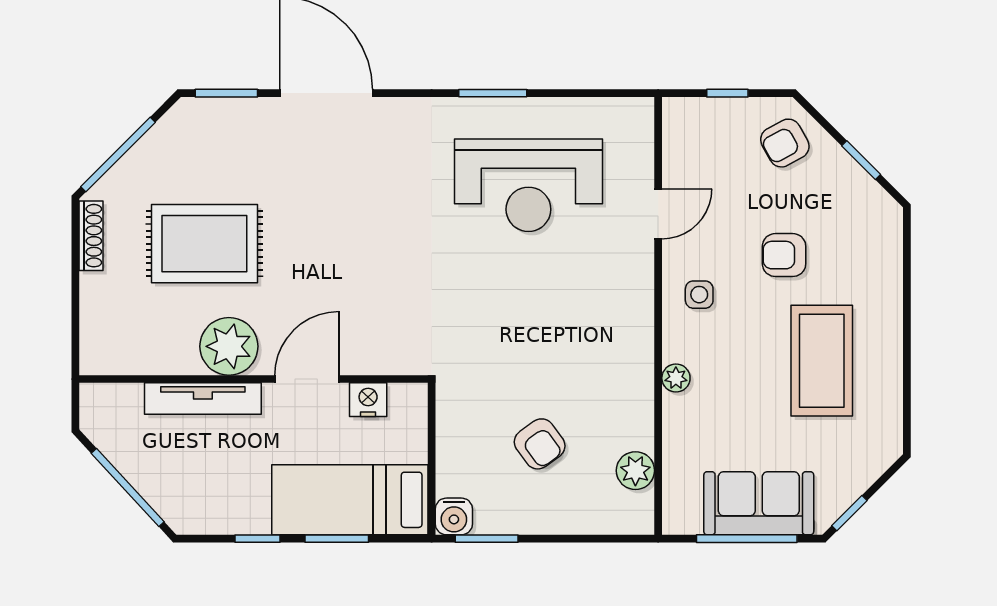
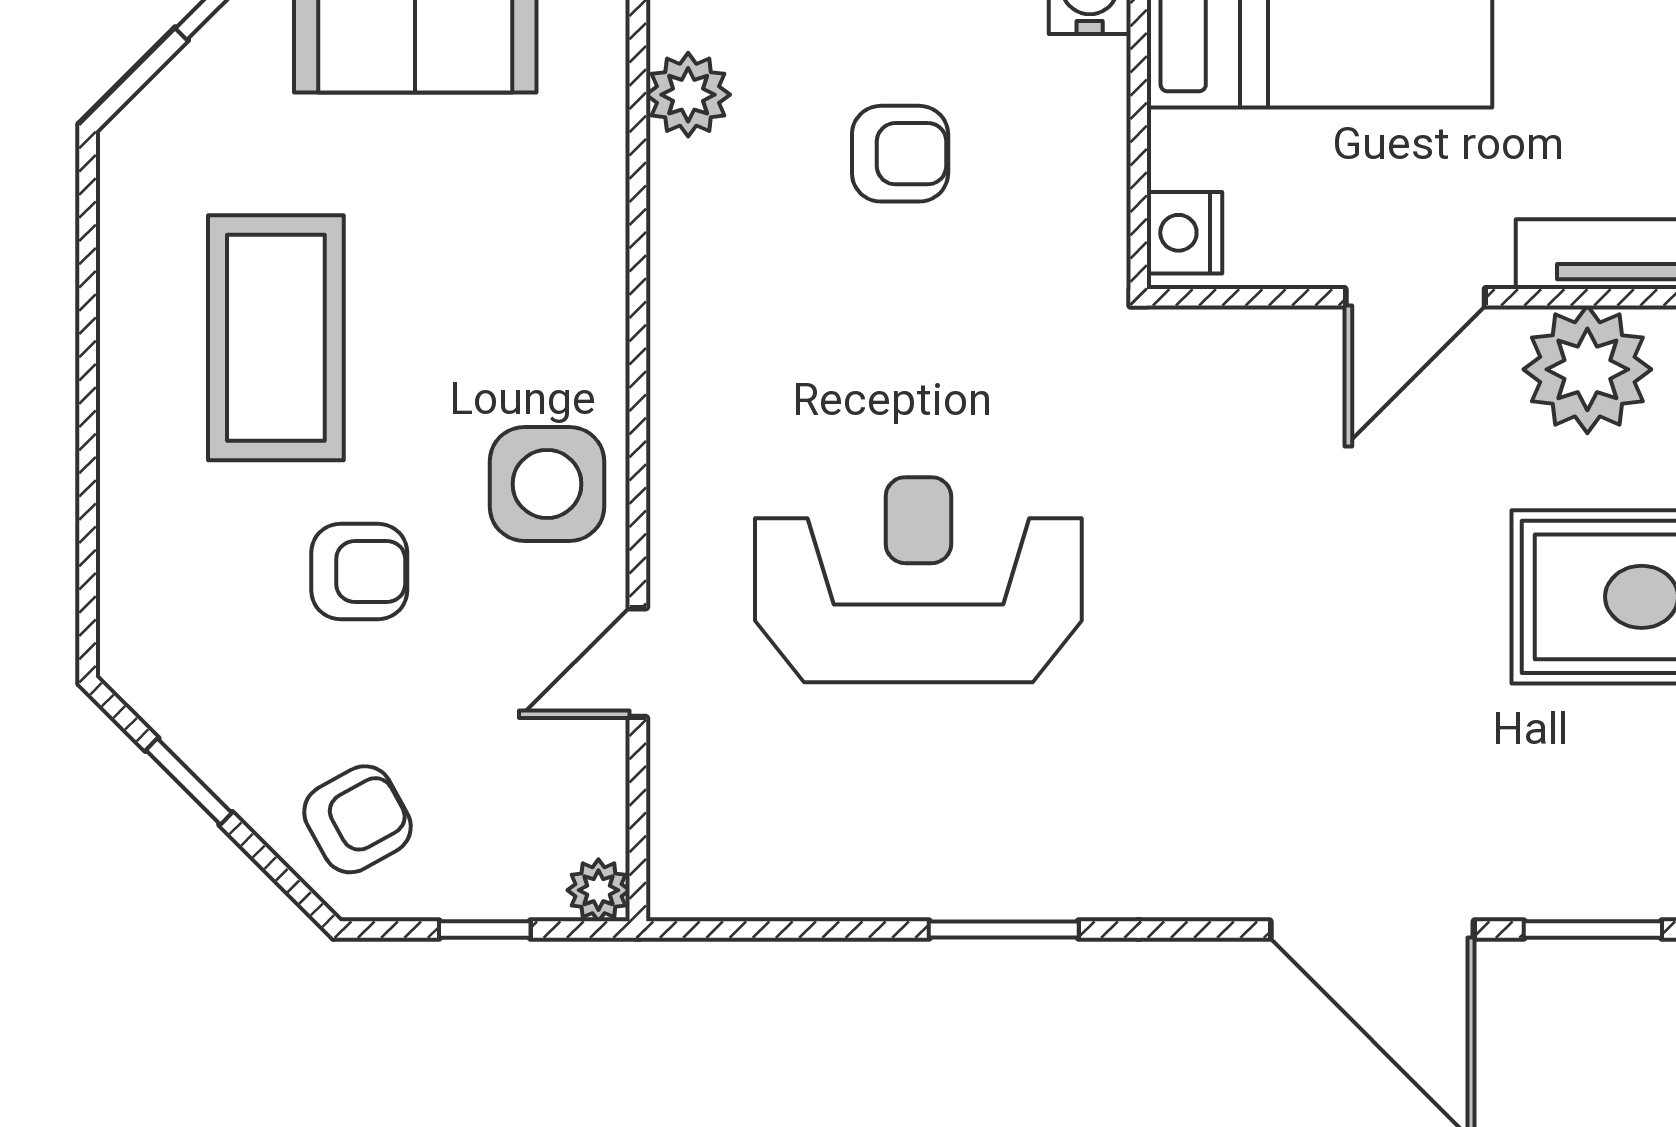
reception desk: (528, 185) -> (918, 580), moved
side table: (699, 295) -> (547, 484), width x1.87, depth x1.87
plant: (676, 378) -> (598, 890), moved
nightstand: (368, 400) -> (1184, 233), moved, turned 90
armchair: (540, 444) -> (900, 154), turned 126

